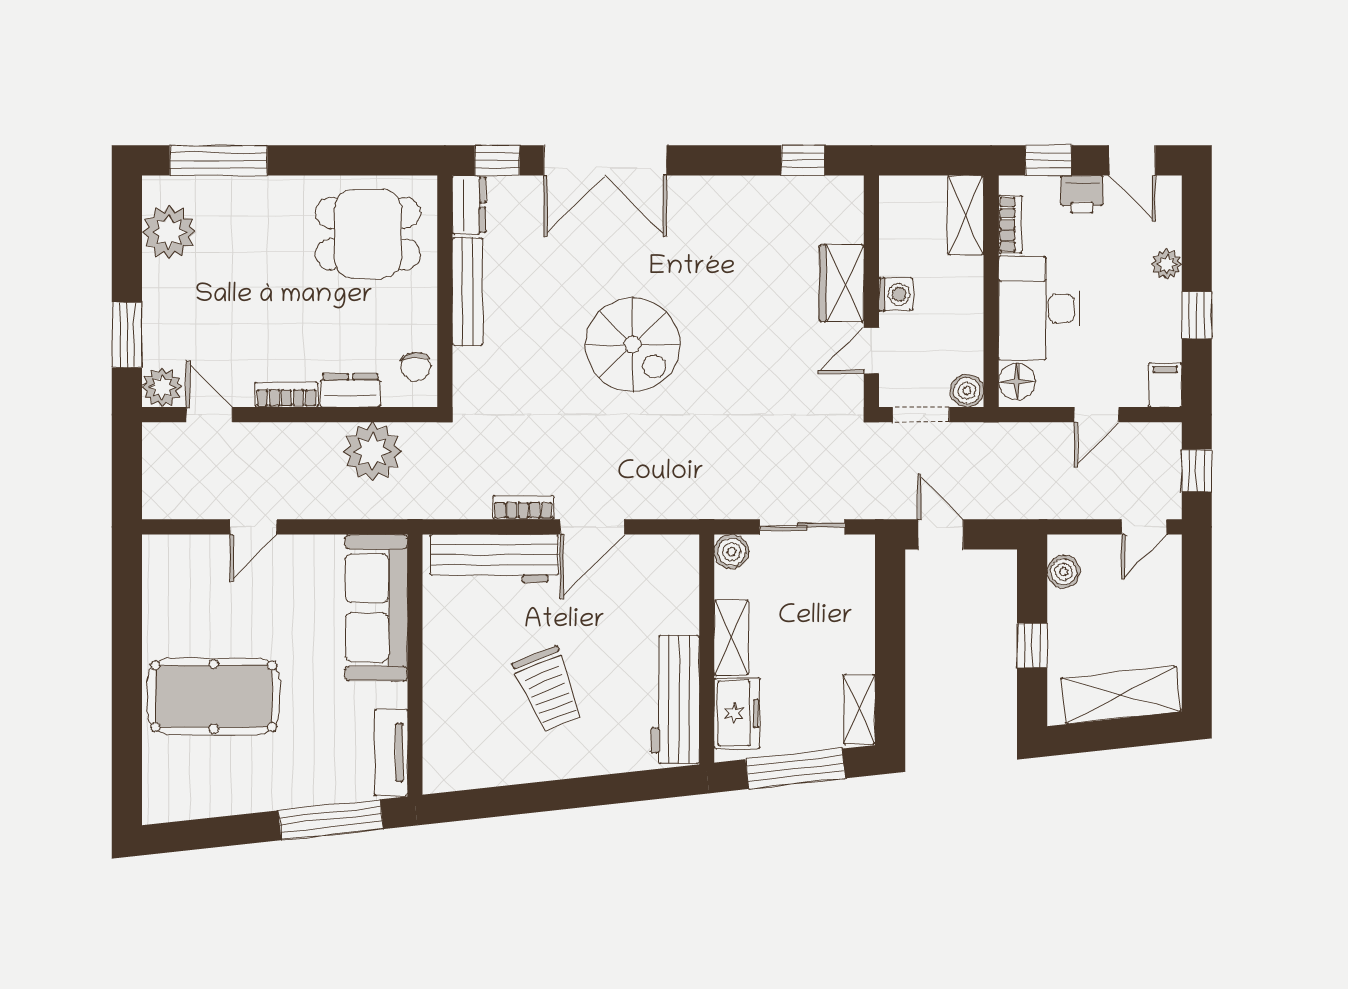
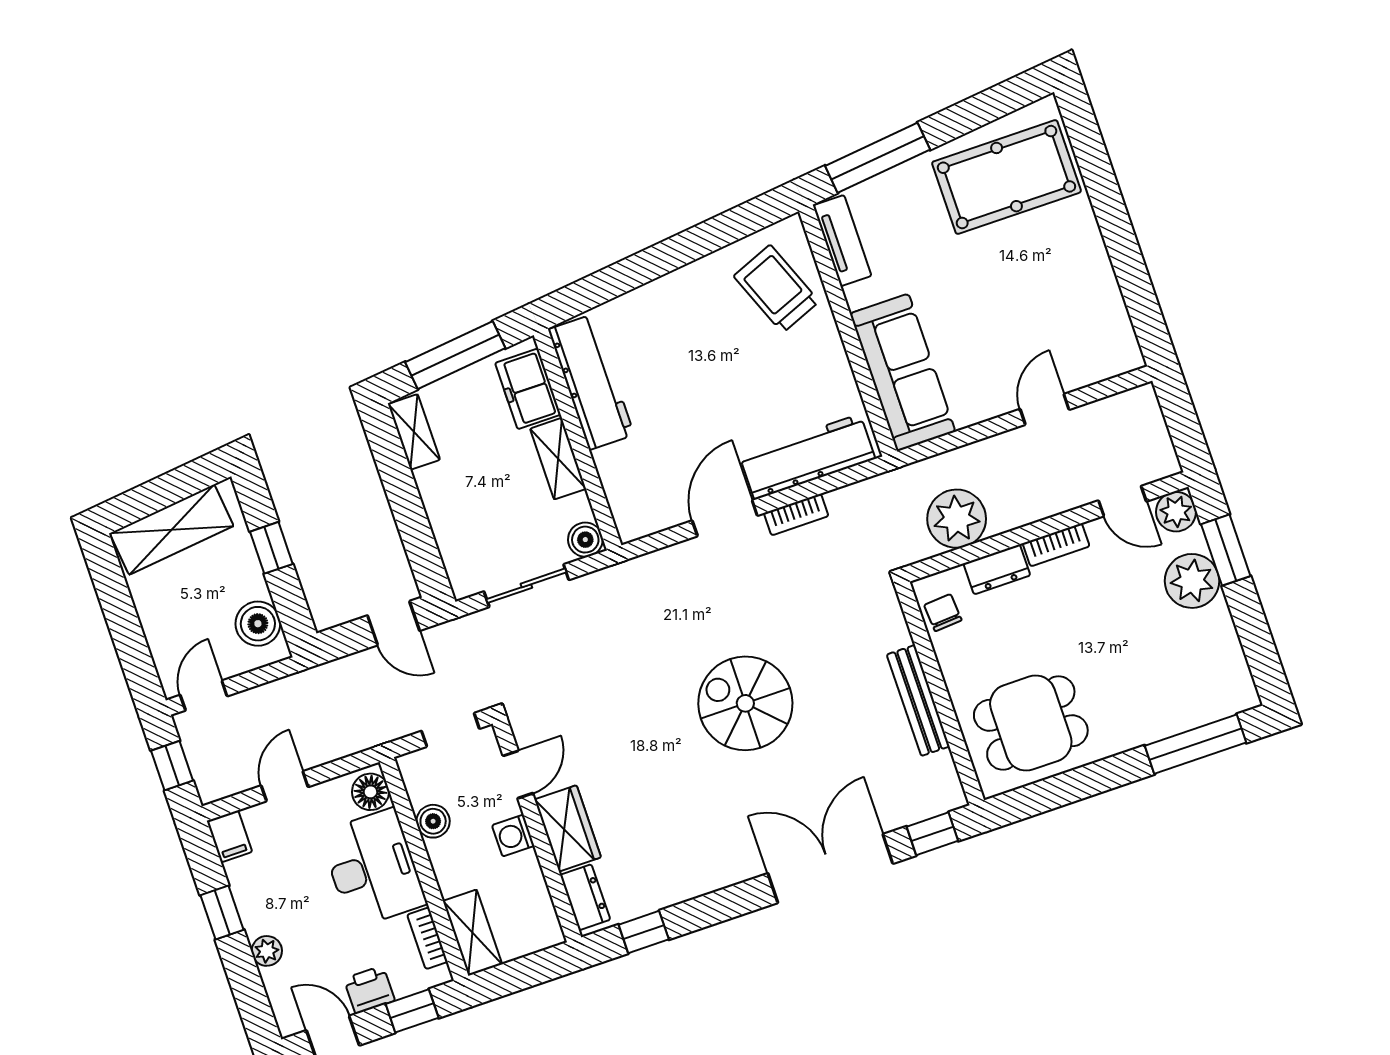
dresser: (469, 205) -> (585, 897), moved, turned 180
plant: (169, 232) -> (1192, 581), moved
boiler: (967, 391) -> (433, 821), moved
boiler: (1063, 572) -> (258, 624), width x1.36, depth x1.36
trolley: (548, 689) -> (776, 289), moved
pool table: (214, 696) -> (1006, 177), moved

